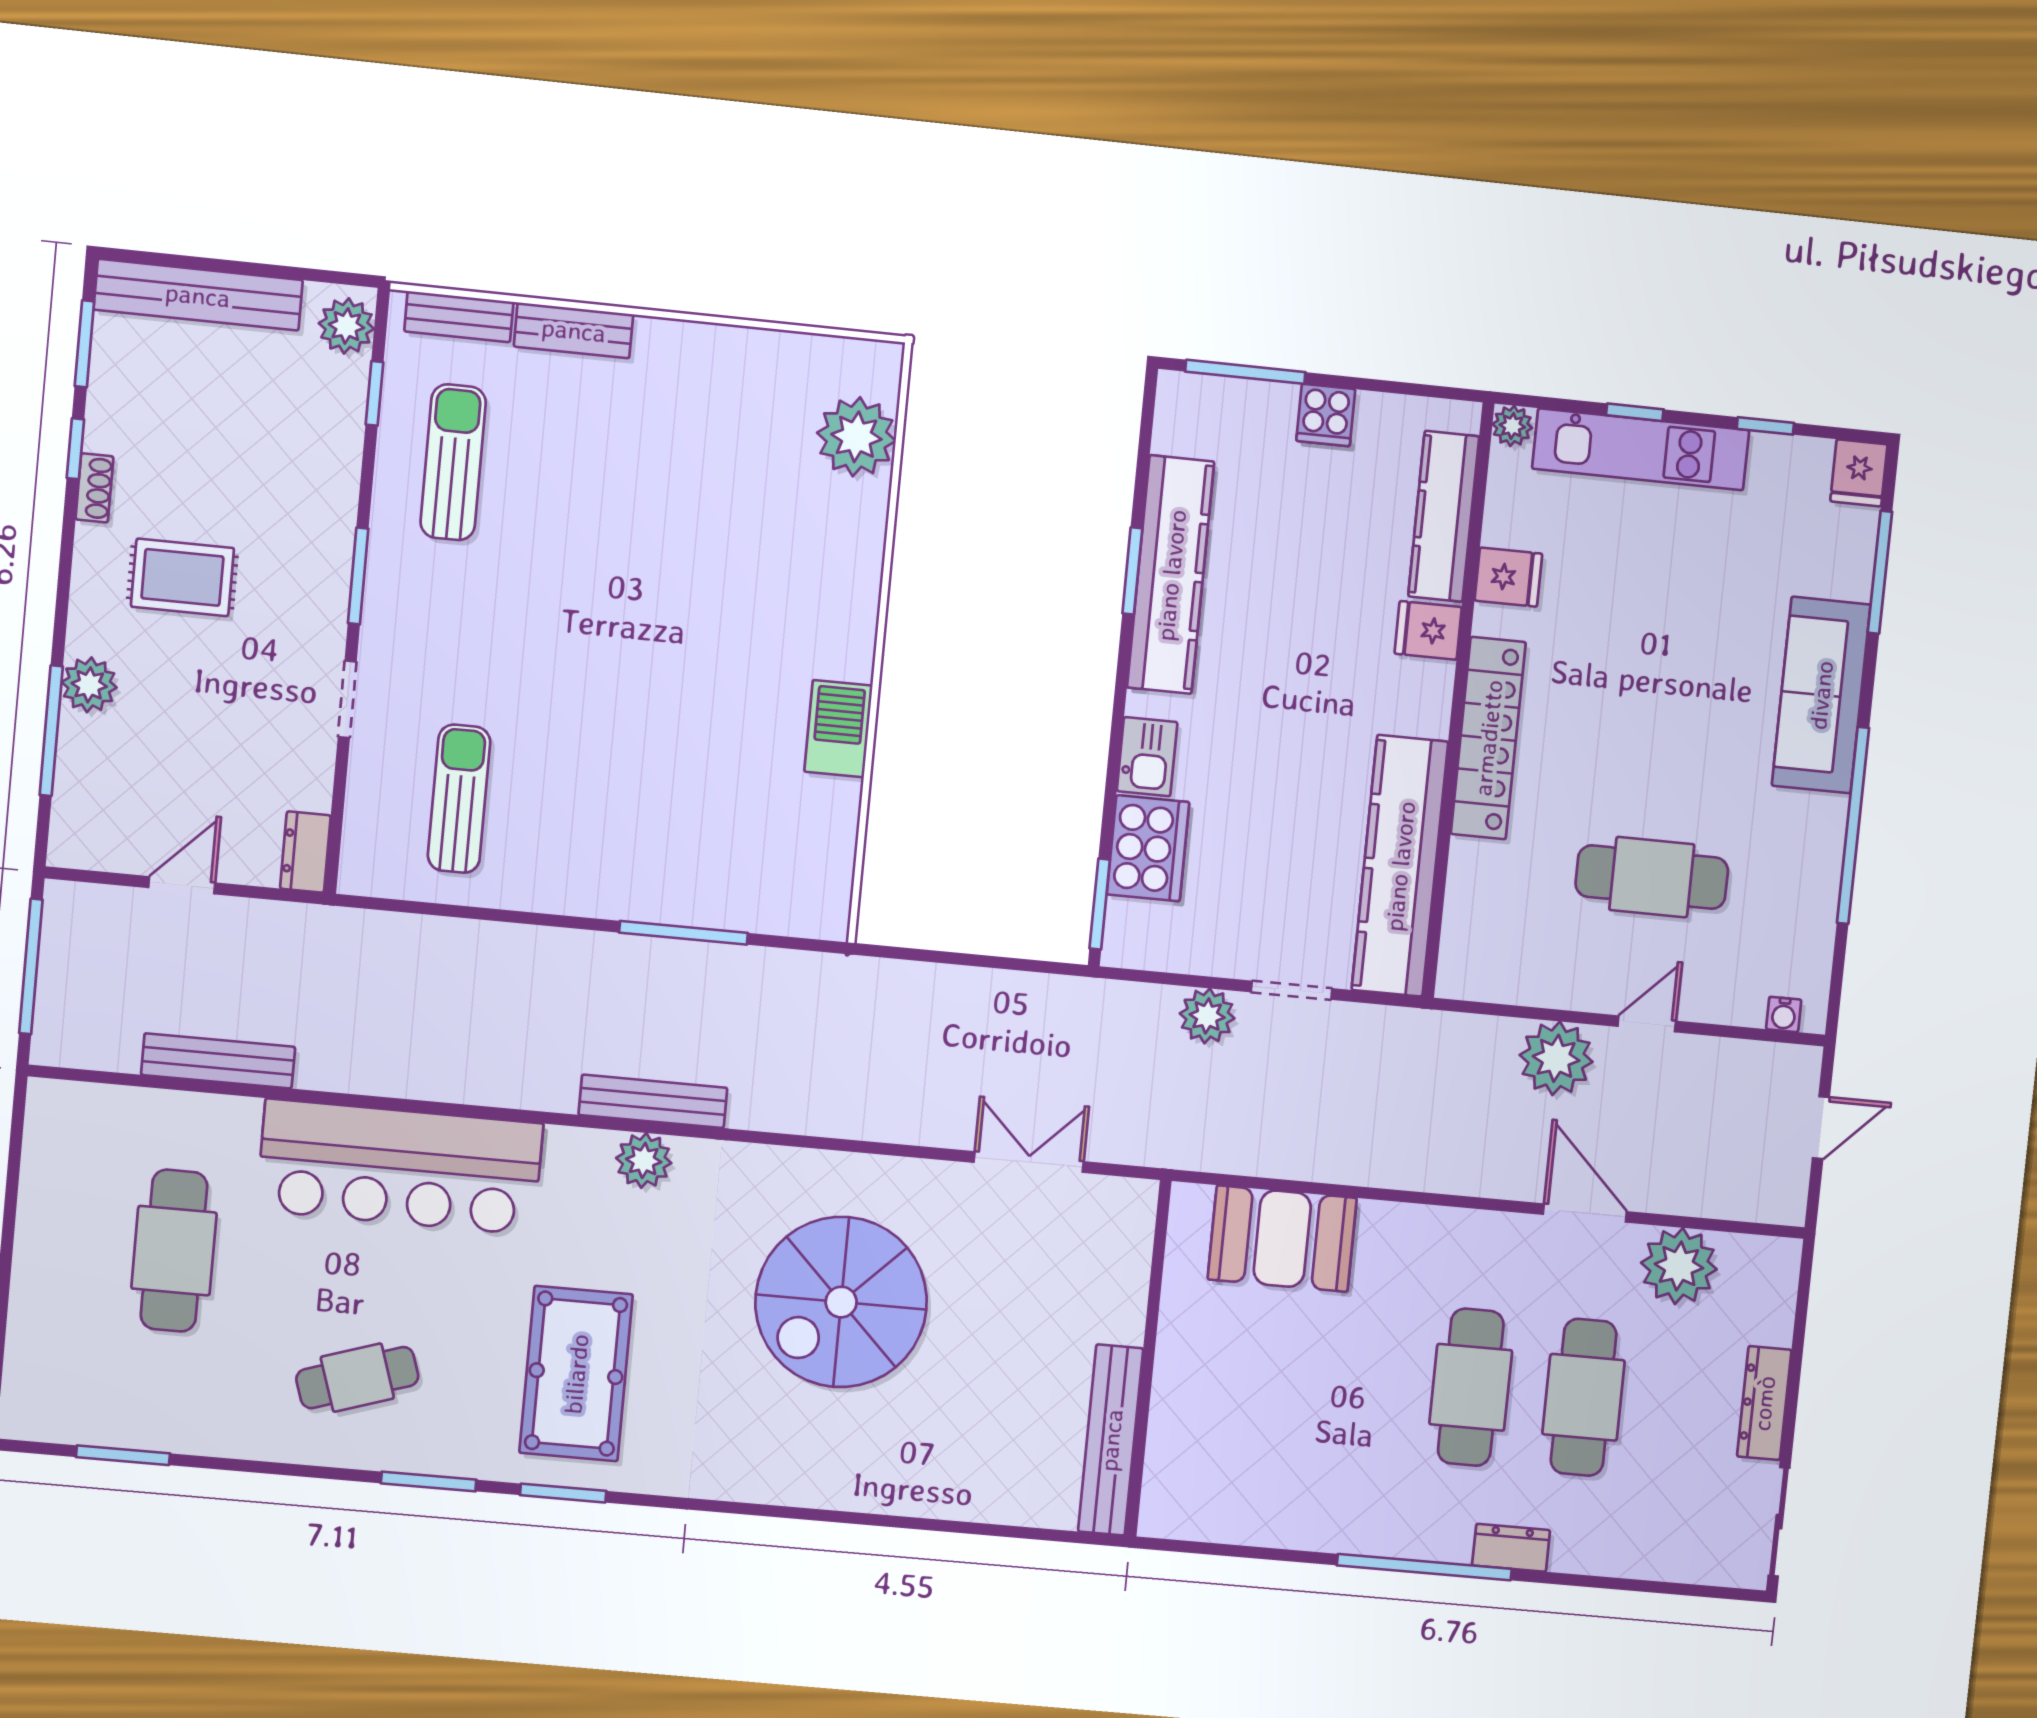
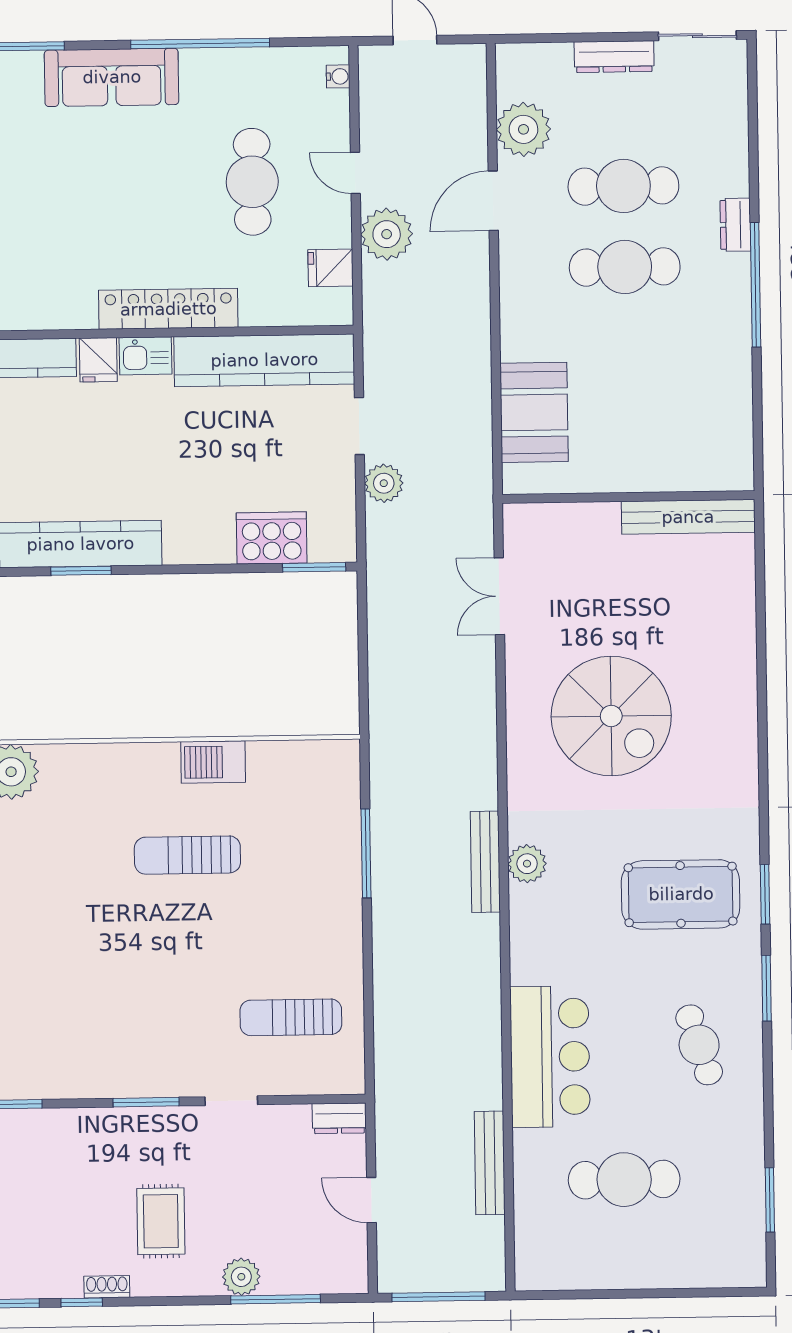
sun lounger: (453, 462) -> (187, 855), moved
fridge: (1508, 577) -> (330, 268), moved, turned -90
kitchen sink: (1147, 757) -> (145, 356), moved, turned 180
bar counter: (400, 1167) -> (550, 1057), width x0.73

